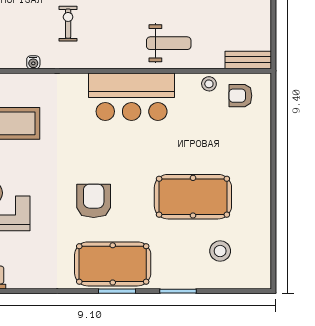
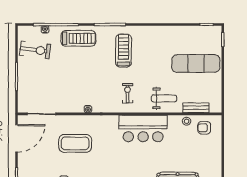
exercise bike: (68, 24) -> (128, 93), moved
bench: (248, 60) -> (196, 108), moved

